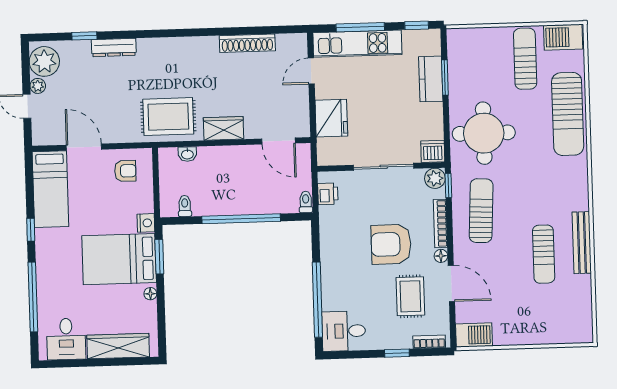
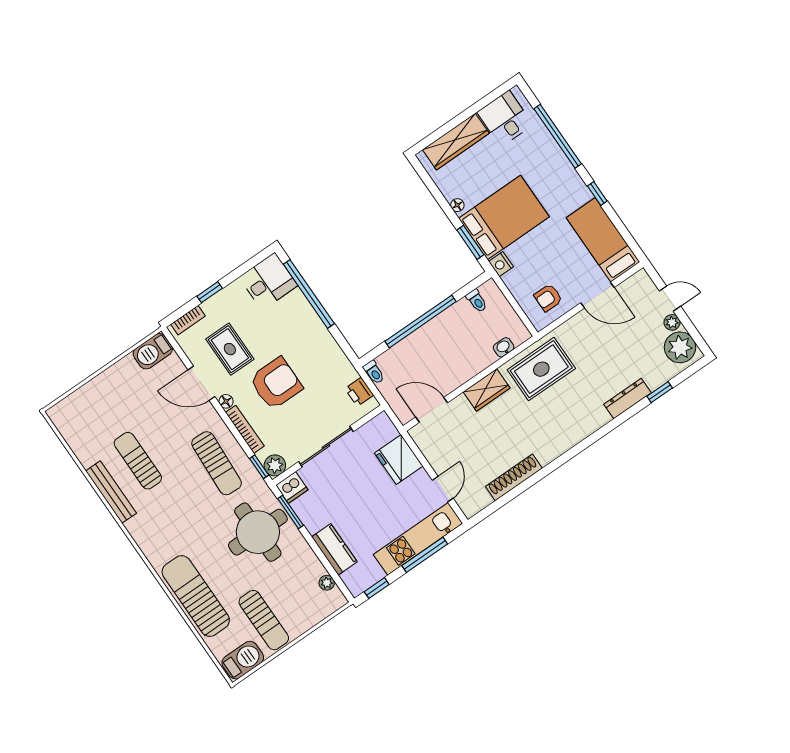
plant: (454, 56) -> (327, 583), added
window: (445, 78) -> (290, 512), moved

